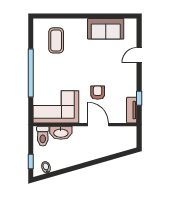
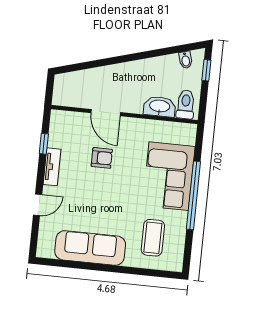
sofa: (106, 29) -> (90, 248), width x1.36
armchair: (98, 93) -> (102, 158), turned -90
corner sofa: (56, 107) -> (169, 176), moved, turned 90
tv unit: (132, 110) -> (52, 167), moved

